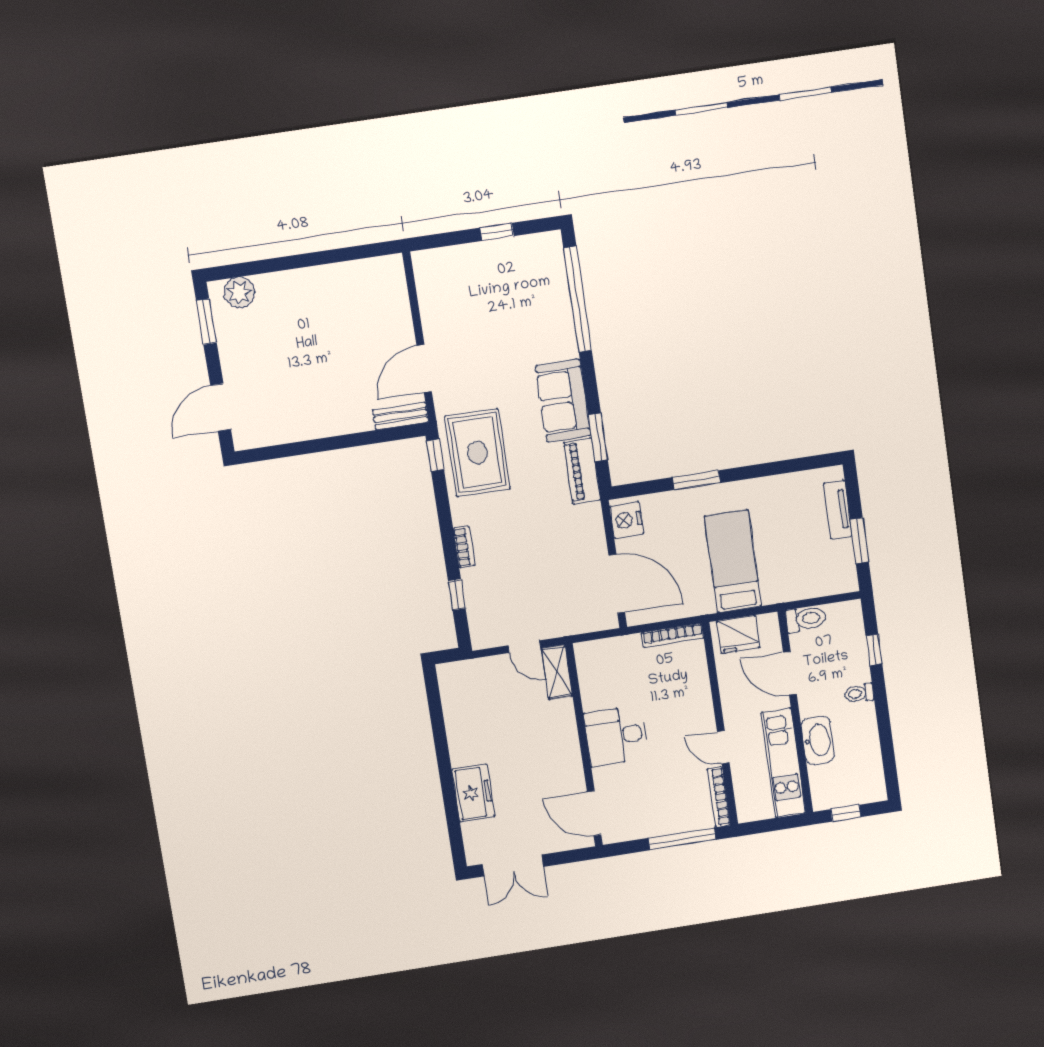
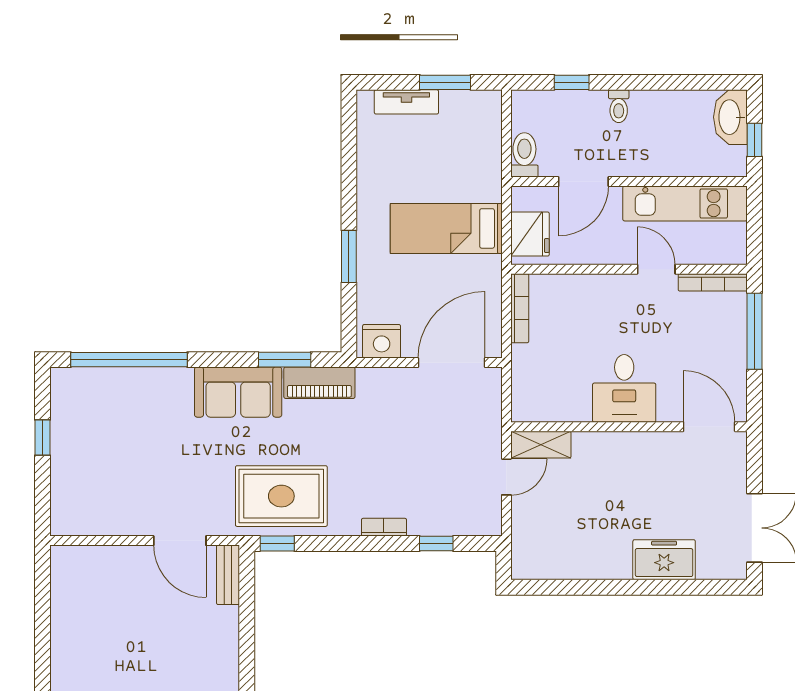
washbasin: (818, 740) -> (730, 117), moved, turned -90
door: (723, 747) -> (656, 269), swing flipped
door: (594, 813) -> (709, 427), swing flipped

